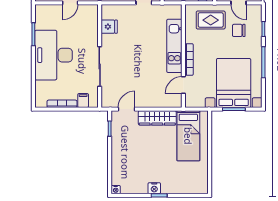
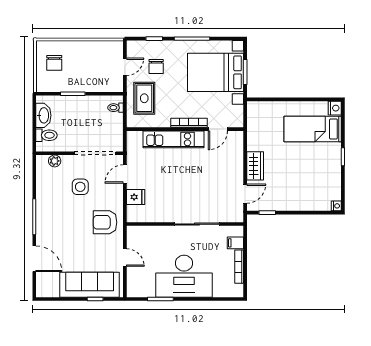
fridge: (109, 27) -> (136, 197), moved, turned 90
door: (183, 85) -> (218, 129), hinge flipped
door: (127, 109) -> (245, 194), swing flipped
wardrobe: (157, 118) -> (255, 166), width x0.67
bed: (188, 136) -> (313, 129), moved, turned 180
nightstand: (154, 188) -> (335, 108), moved

